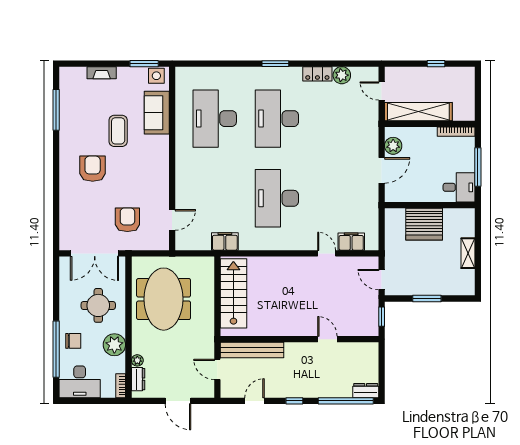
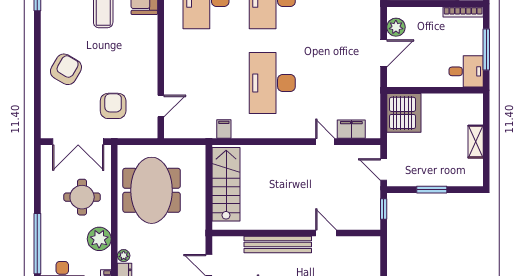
armchair: (93, 169) -> (66, 69), moved, turned 30
server rack: (424, 224) -> (404, 113), moved, turned -90
filing cabinet: (225, 241) -> (224, 129), width x0.50
chair: (73, 341) -> (55, 235), removed
bench: (252, 350) -> (278, 245), moved

